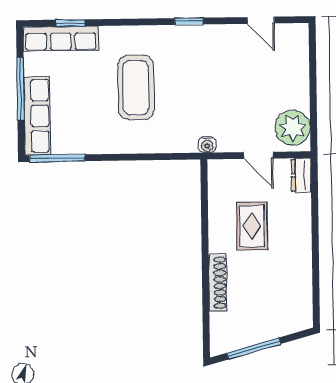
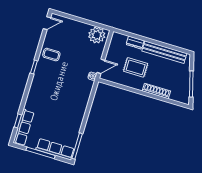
door: (261, 20) -> (47, 23), moved
coffee table: (136, 88) -> (51, 55), moved, width x0.54, depth x0.58
door: (258, 155) -> (101, 66), moved
dresser: (301, 175) -> (135, 43), moved
bench: (301, 274) -> (164, 52), added

